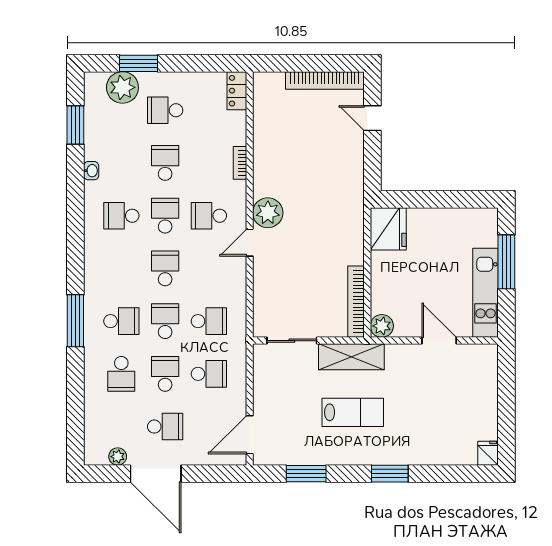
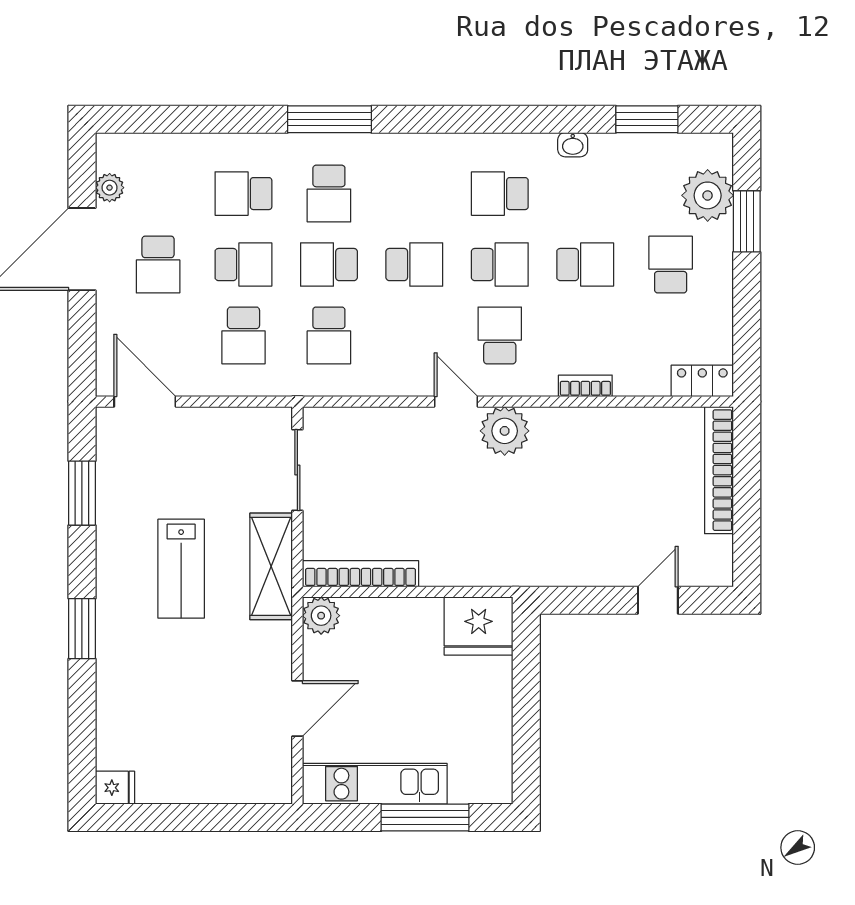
bookcase: (325, 80) -> (719, 470), moved
school desk: (121, 216) -> (500, 194), turned -90
school desk: (165, 321) -> (329, 265), turned 180

